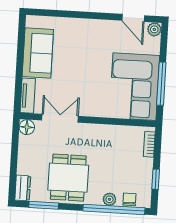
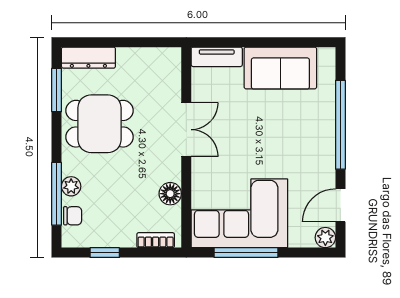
window: (79, 15) -> (340, 125), added
double door: (60, 118) -> (186, 130), moved
floor lamp: (27, 127) -> (170, 194), moved
dresser: (23, 188) -> (88, 58), width x1.44
window: (114, 209) -> (57, 194), width x0.68

